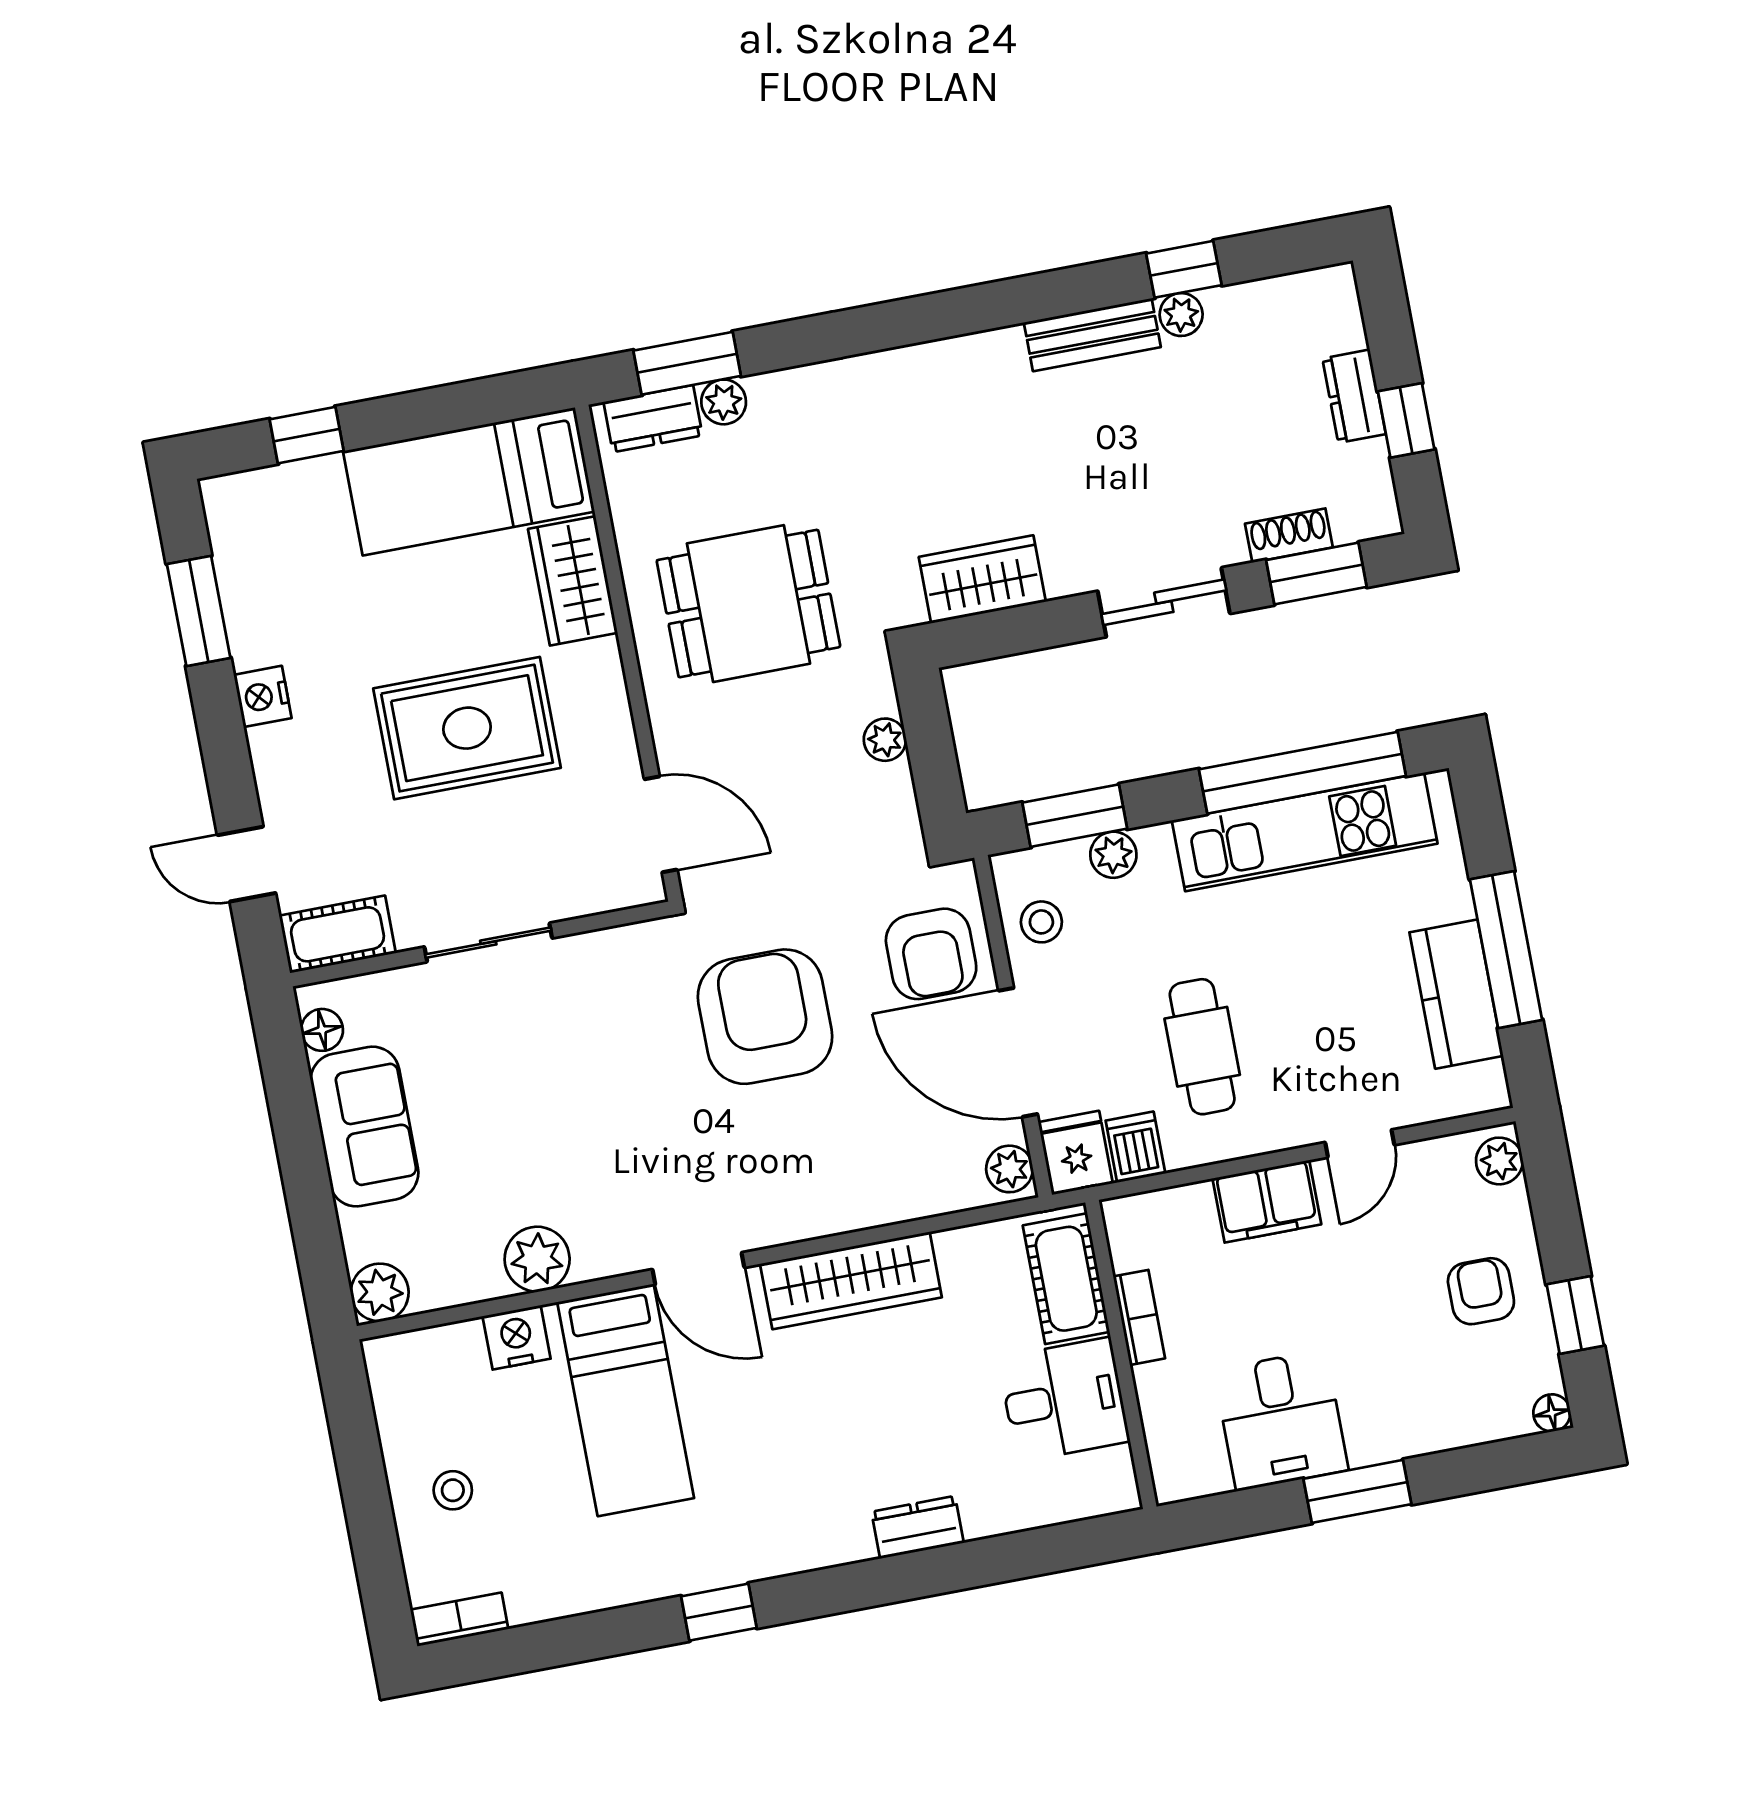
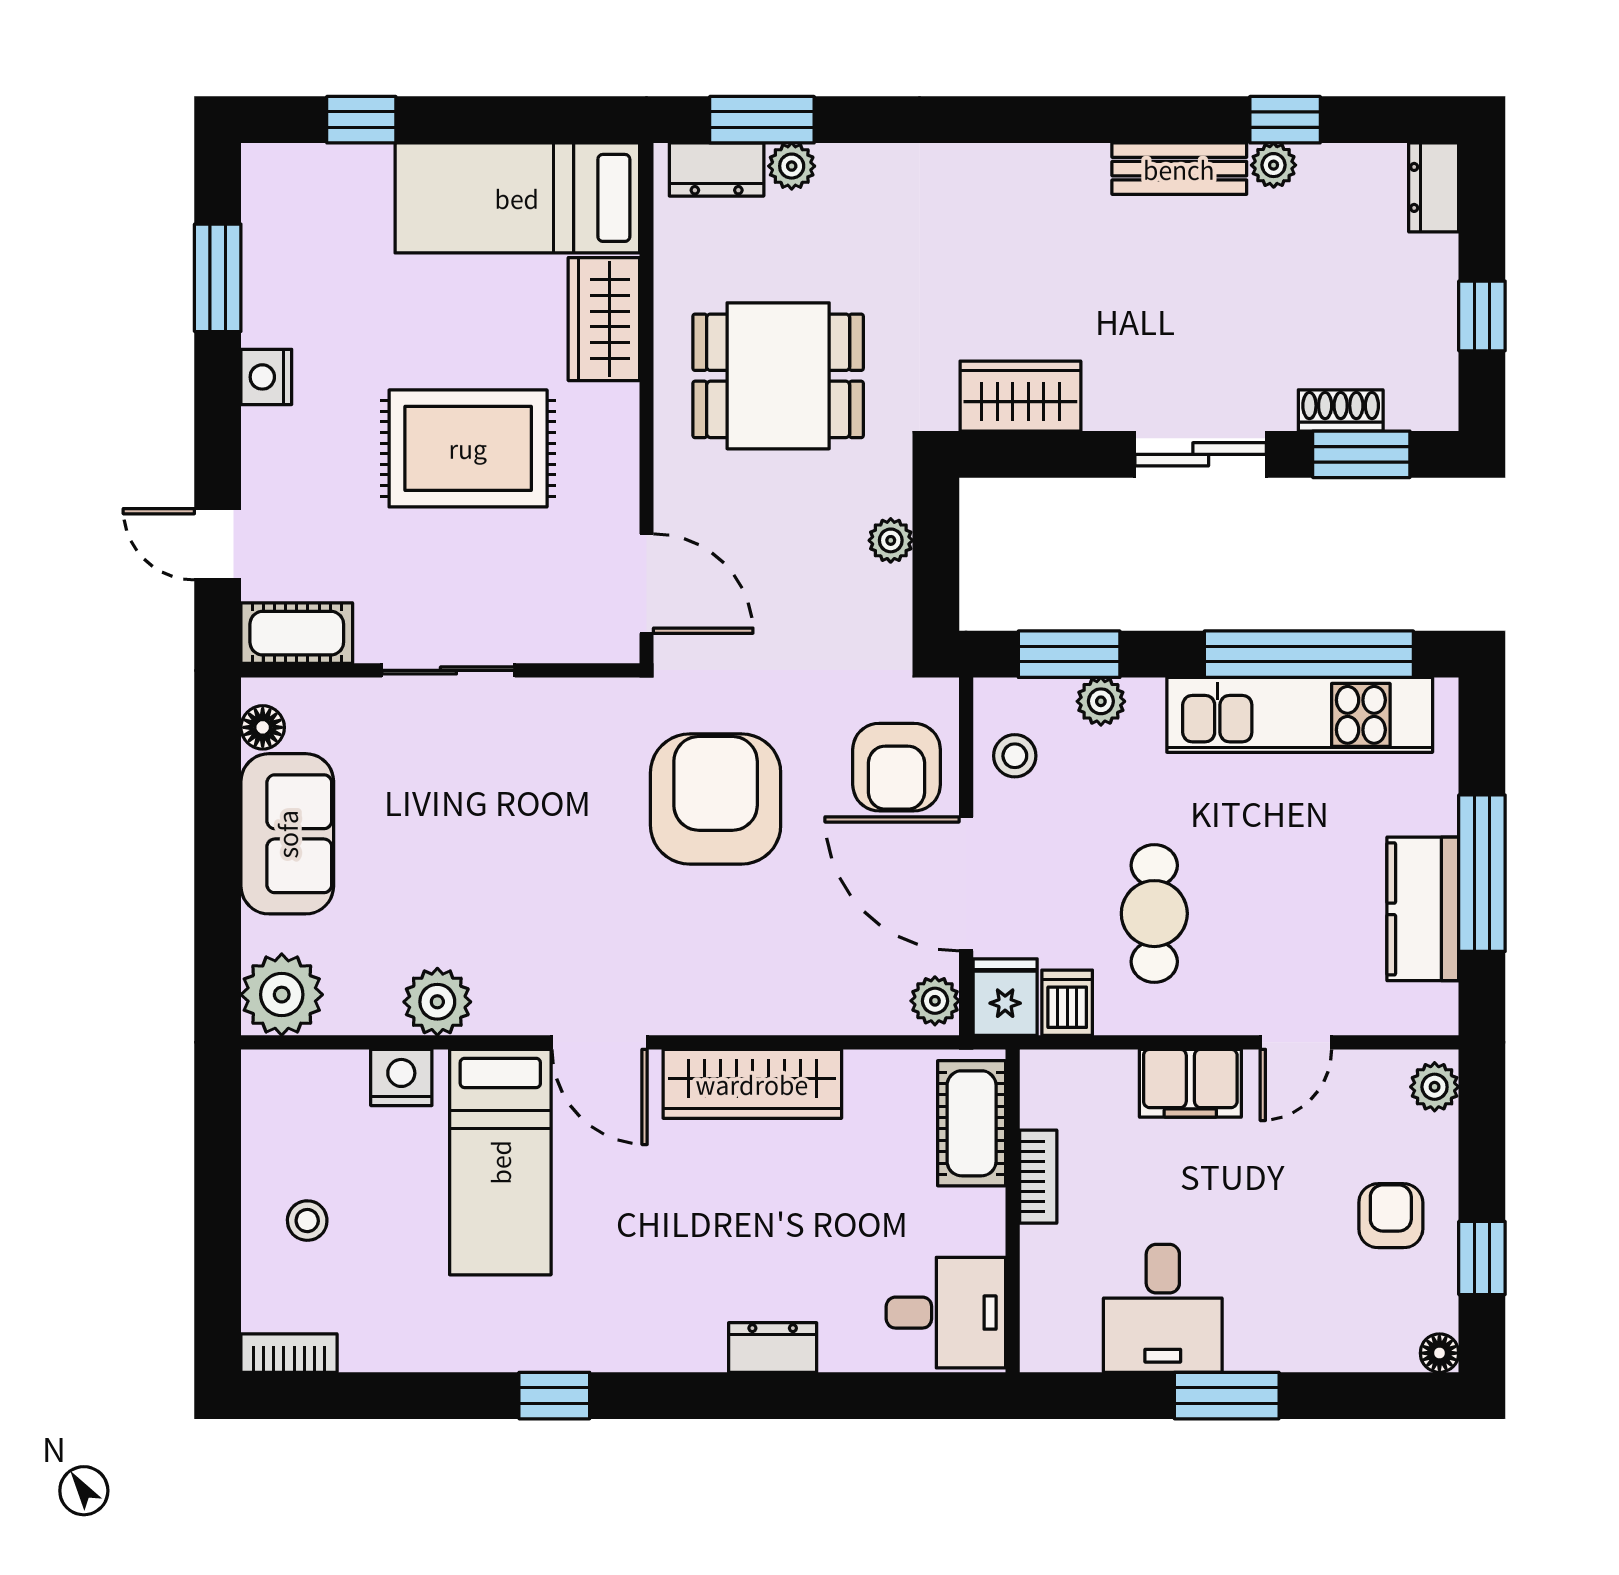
dresser: (1354, 396) -> (1434, 187), moved
plant: (380, 1292) -> (282, 995), width x1.36, depth x1.36
desk: (1064, 1400) -> (946, 1313), moved

